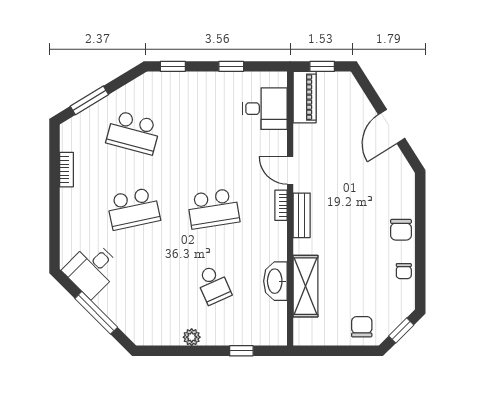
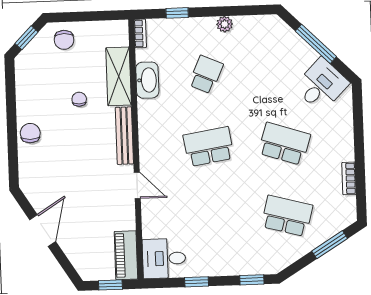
desk: (265, 109) -> (164, 258), moved
bookcase: (281, 205) -> (140, 33), moved
school desk: (133, 209) -> (284, 144), turned 30
bench: (302, 215) -> (124, 136), width x1.36
chair: (404, 271) -> (79, 99), moved
school desk: (213, 285) -> (206, 75), turned 48

